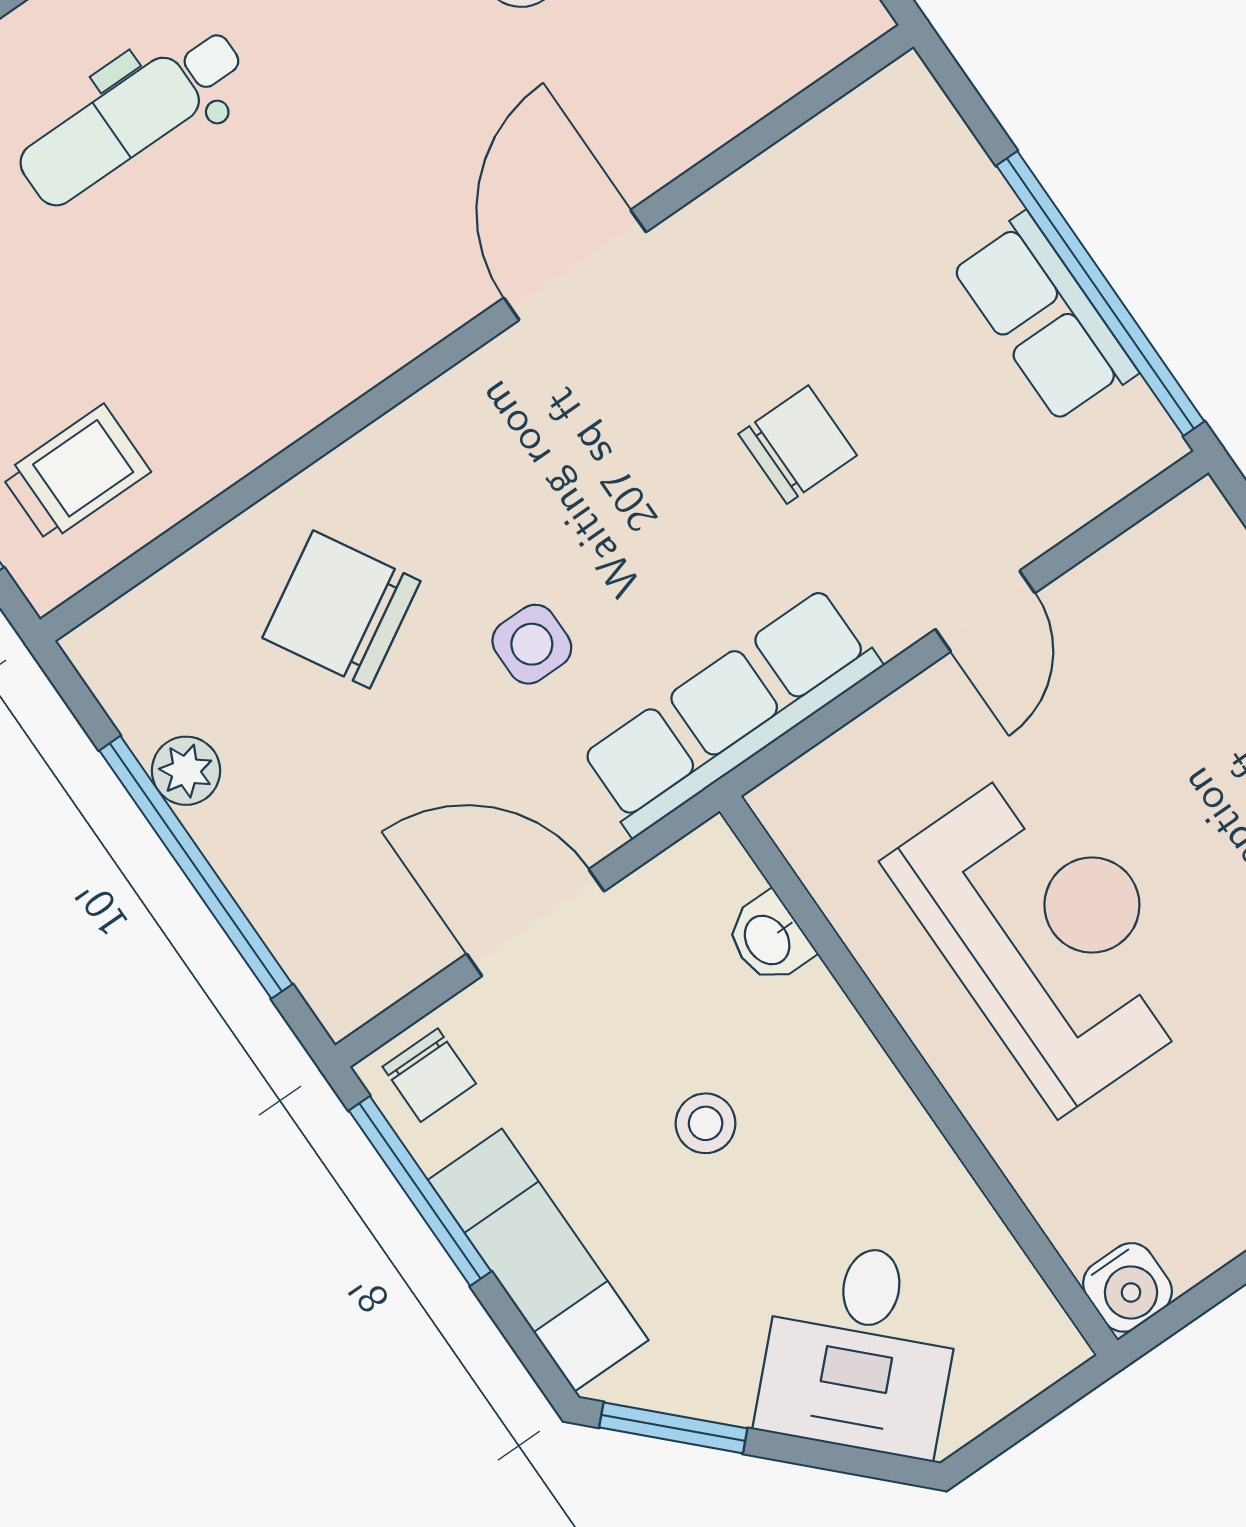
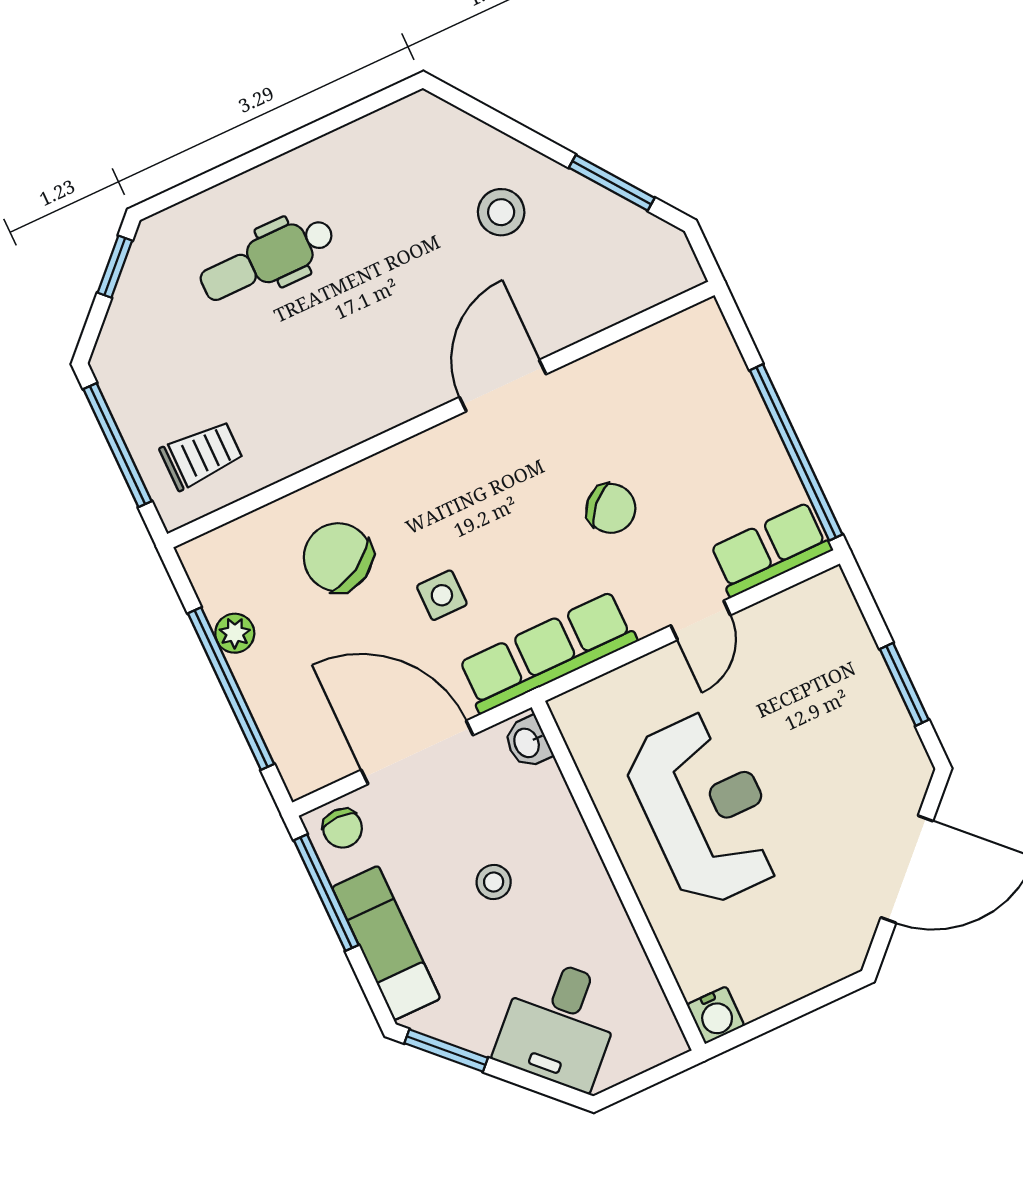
row of seats: (1044, 318) -> (770, 550), moved, turned 90
chair: (798, 445) -> (611, 508), turned 44
door: (535, 923) -> (417, 752), width x1.36
washbasin: (769, 939) -> (528, 742), moved

